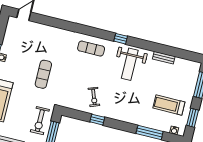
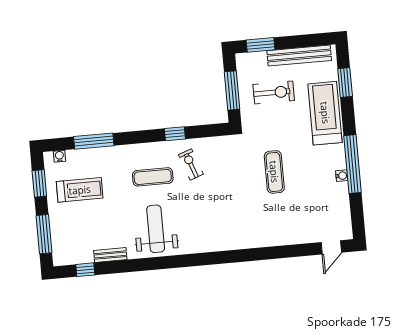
window: (121, 39) -> (85, 270), moved
exercise mat: (91, 49) -> (153, 177), moved
exercise bike: (40, 121) -> (274, 93), moved, turned 90

